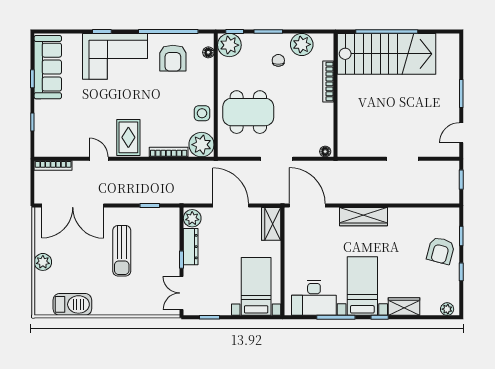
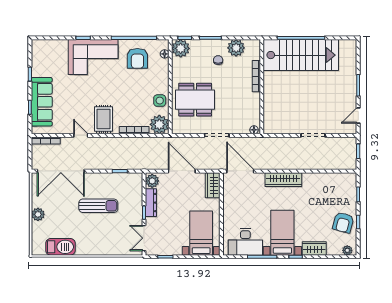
sofa: (48, 67) -> (42, 102), moved
sun lounger: (122, 251) -> (98, 206), turned -90
armchair: (441, 251) -> (343, 223), moved

